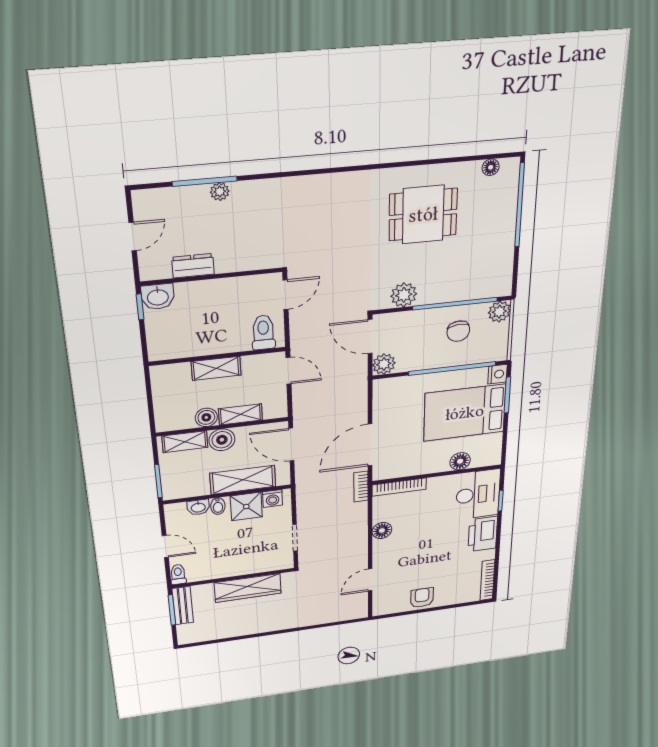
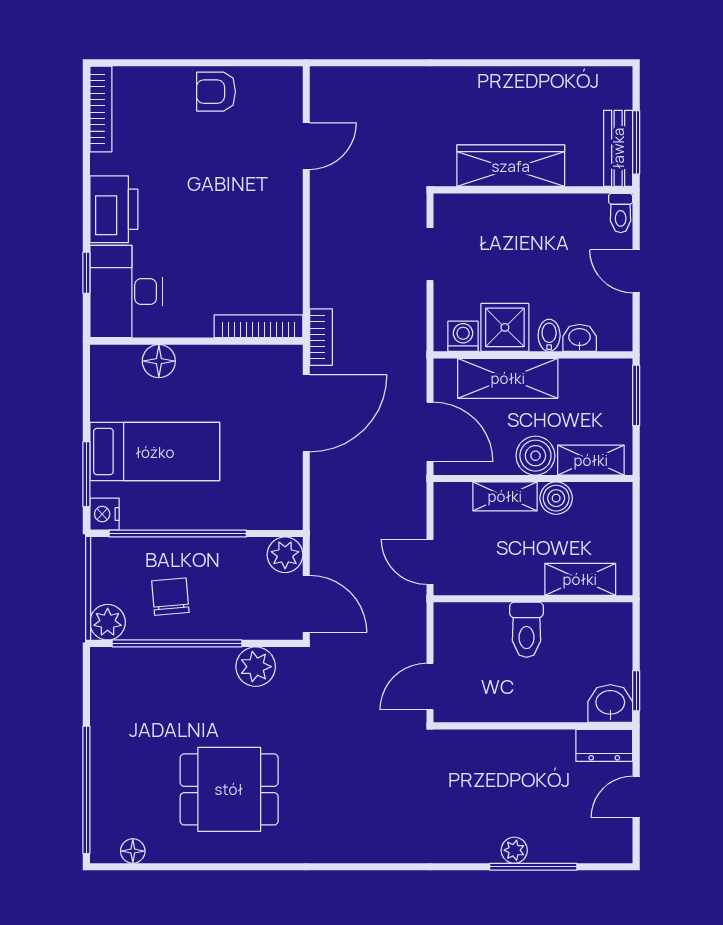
dresser: (193, 266) -> (604, 745), moved
toilet: (263, 332) -> (527, 630), moved
shelving: (216, 368) -> (580, 579), moved
bed: (465, 413) -> (155, 452), width x0.67
floor lamp: (382, 531) -> (287, 245), removed
armchair: (422, 598) -> (216, 92), turned 90

